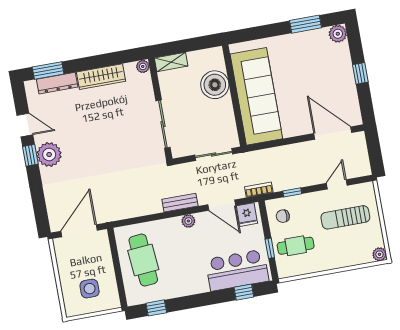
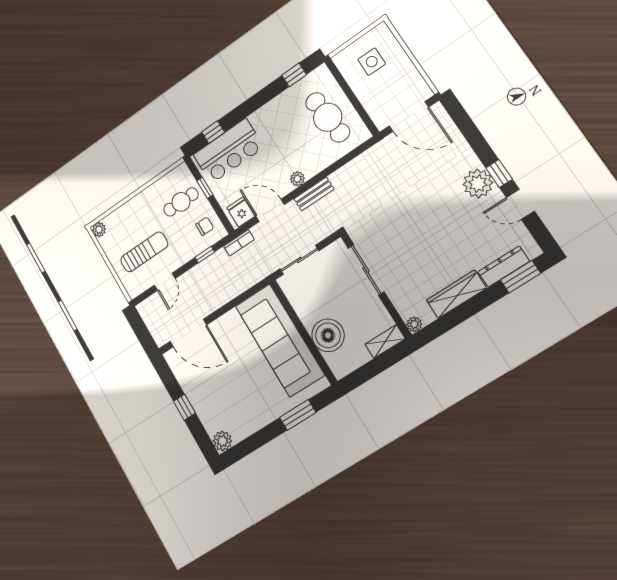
window: (305, 24) -> (298, 415), moved
door: (79, 231) -> (409, 116), hinge flipped

